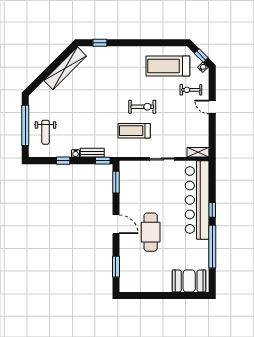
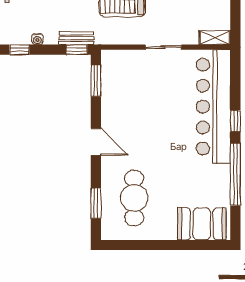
bench: (92, 153) -> (76, 38), moved
cafe table: (151, 232) -> (134, 198), moved

